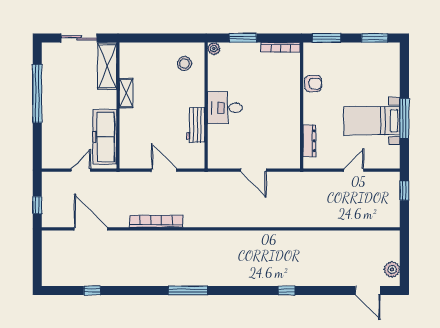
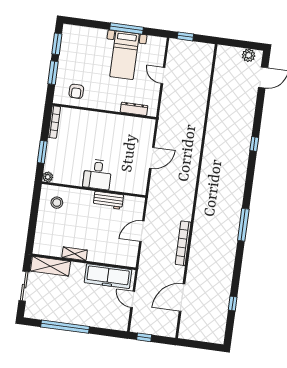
window: (327, 38) -> (53, 73), moved
armchair: (313, 84) -> (76, 91), moved, turned 180
window: (37, 205) -> (144, 337), moved

